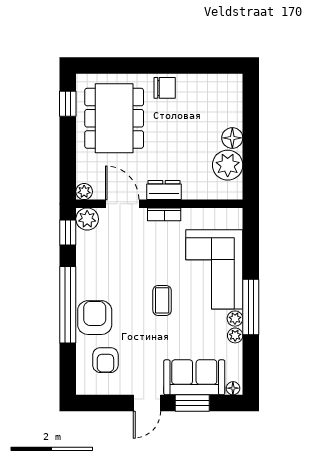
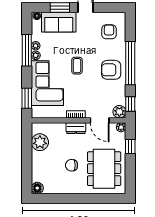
chair: (165, 88) -> (72, 165), moved
window: (68, 104) -> (130, 146), moved
floor lamp: (232, 138) -> (37, 188), moved
window: (251, 243) -> (27, 98), added
window: (251, 307) -> (27, 50), moved
armchair: (95, 318) -> (111, 70), moved, turned 90

